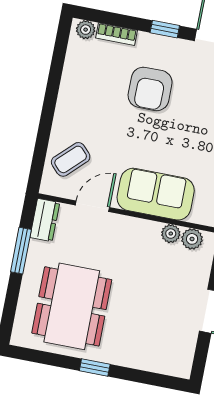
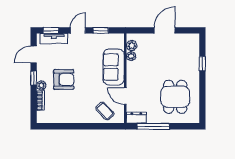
plant: (86, 30) -> (41, 86), moved
window: (21, 251) -> (153, 126), width x1.44
dining table: (72, 306) -> (175, 97), width x0.73
window: (95, 368) -> (202, 64), moved

